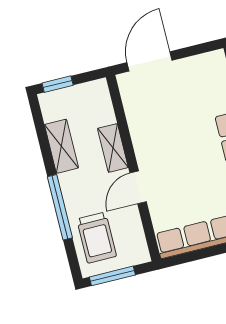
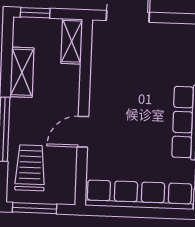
shelving: (113, 148) -> (72, 41), moved
trolley: (97, 238) -> (30, 168), turned 180

